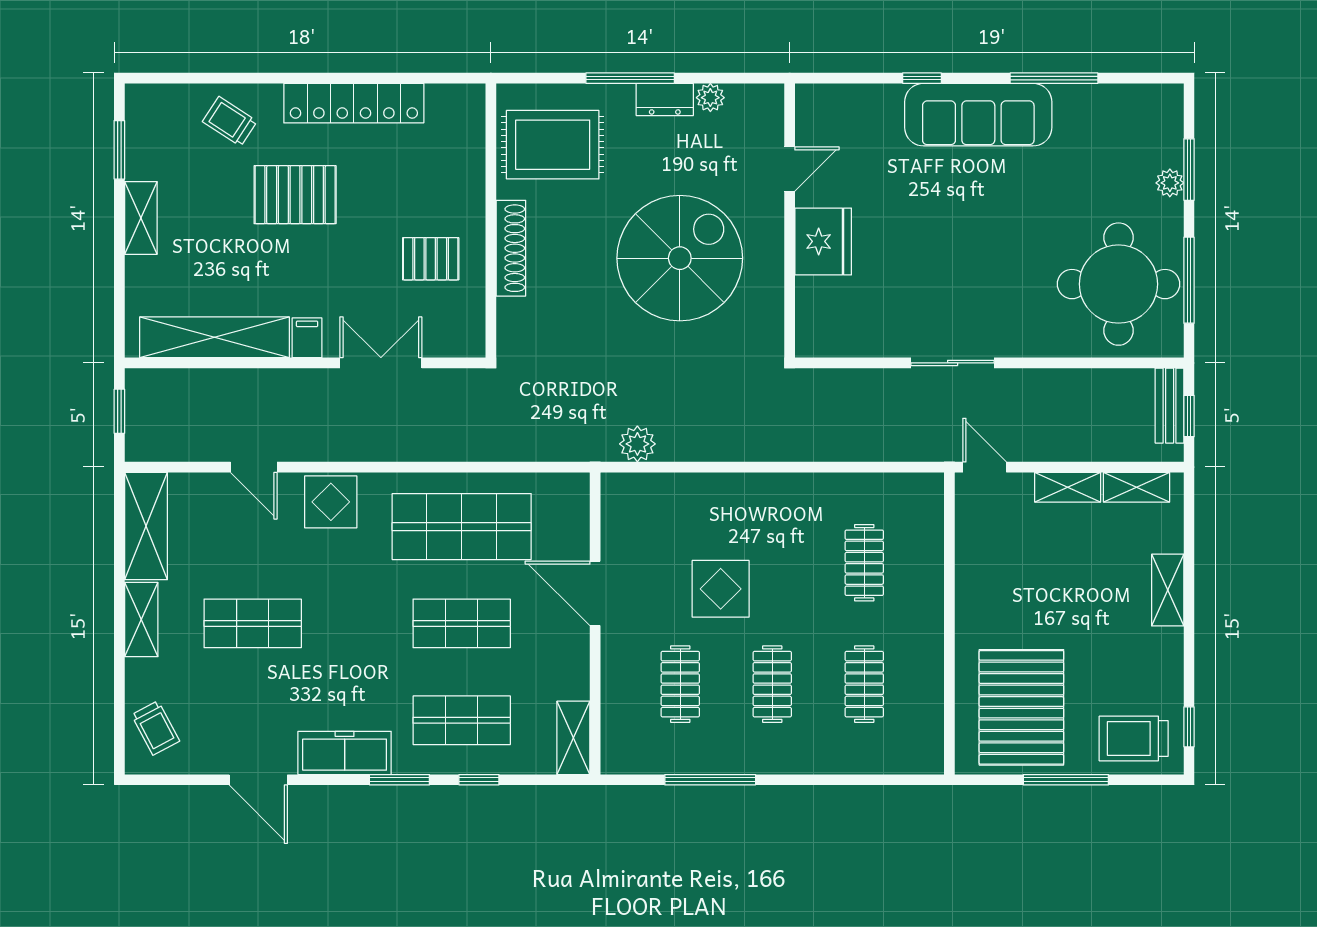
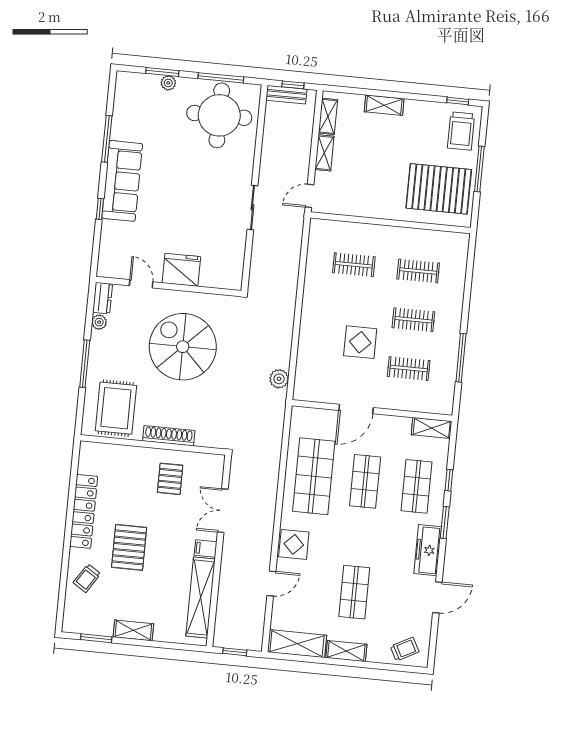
dresser: (665, 99) -> (103, 298), moved

